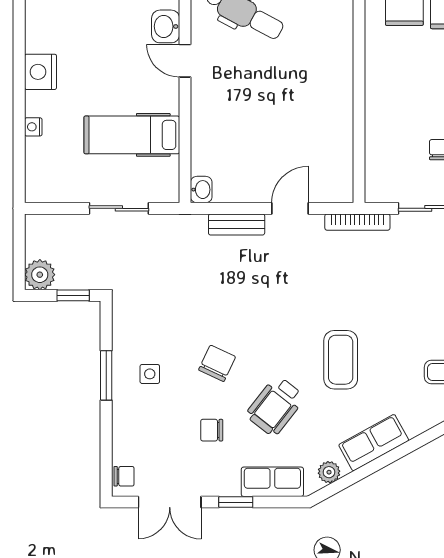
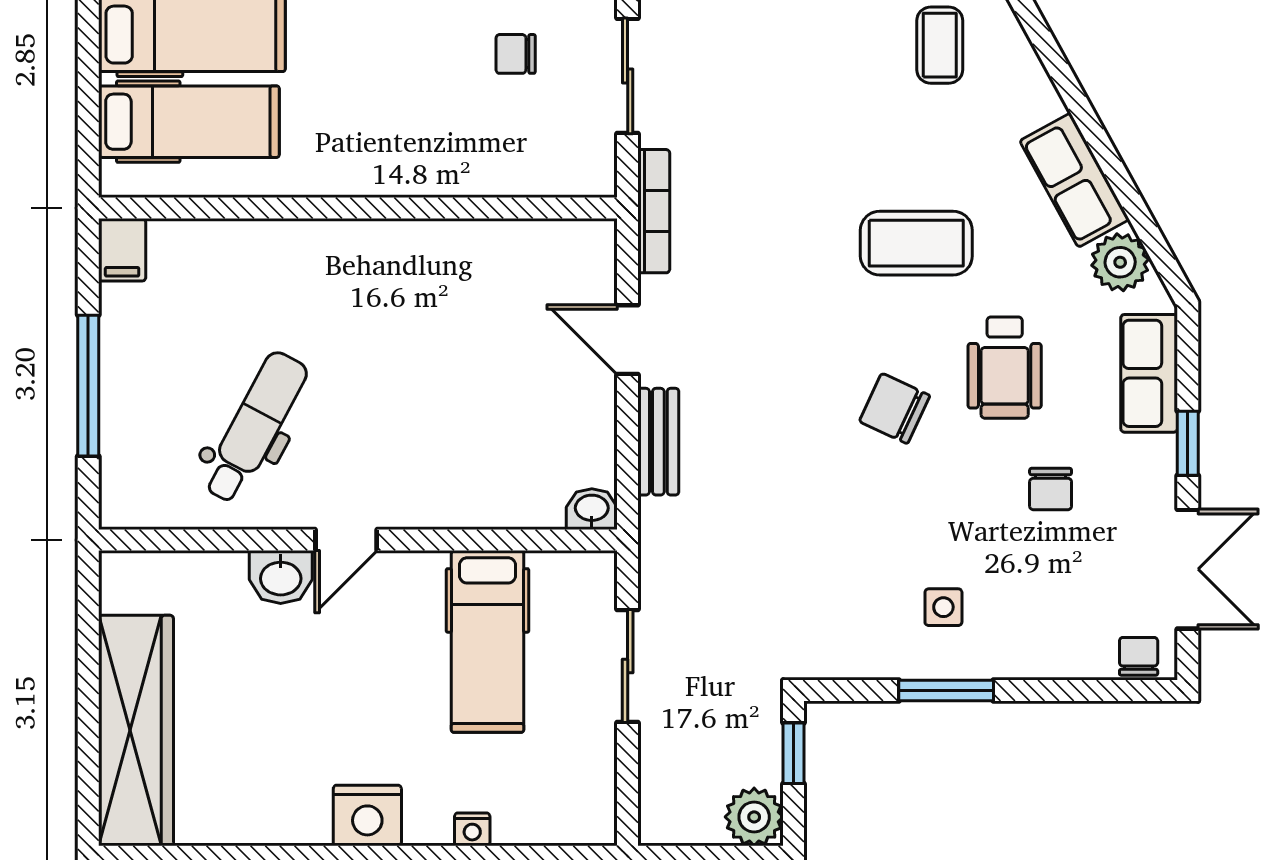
chair: (217, 363) -> (895, 408), moved
wheelchair: (275, 406) -> (1005, 368), turned 52
plant: (329, 472) -> (1120, 262), width x1.38, depth x1.38

